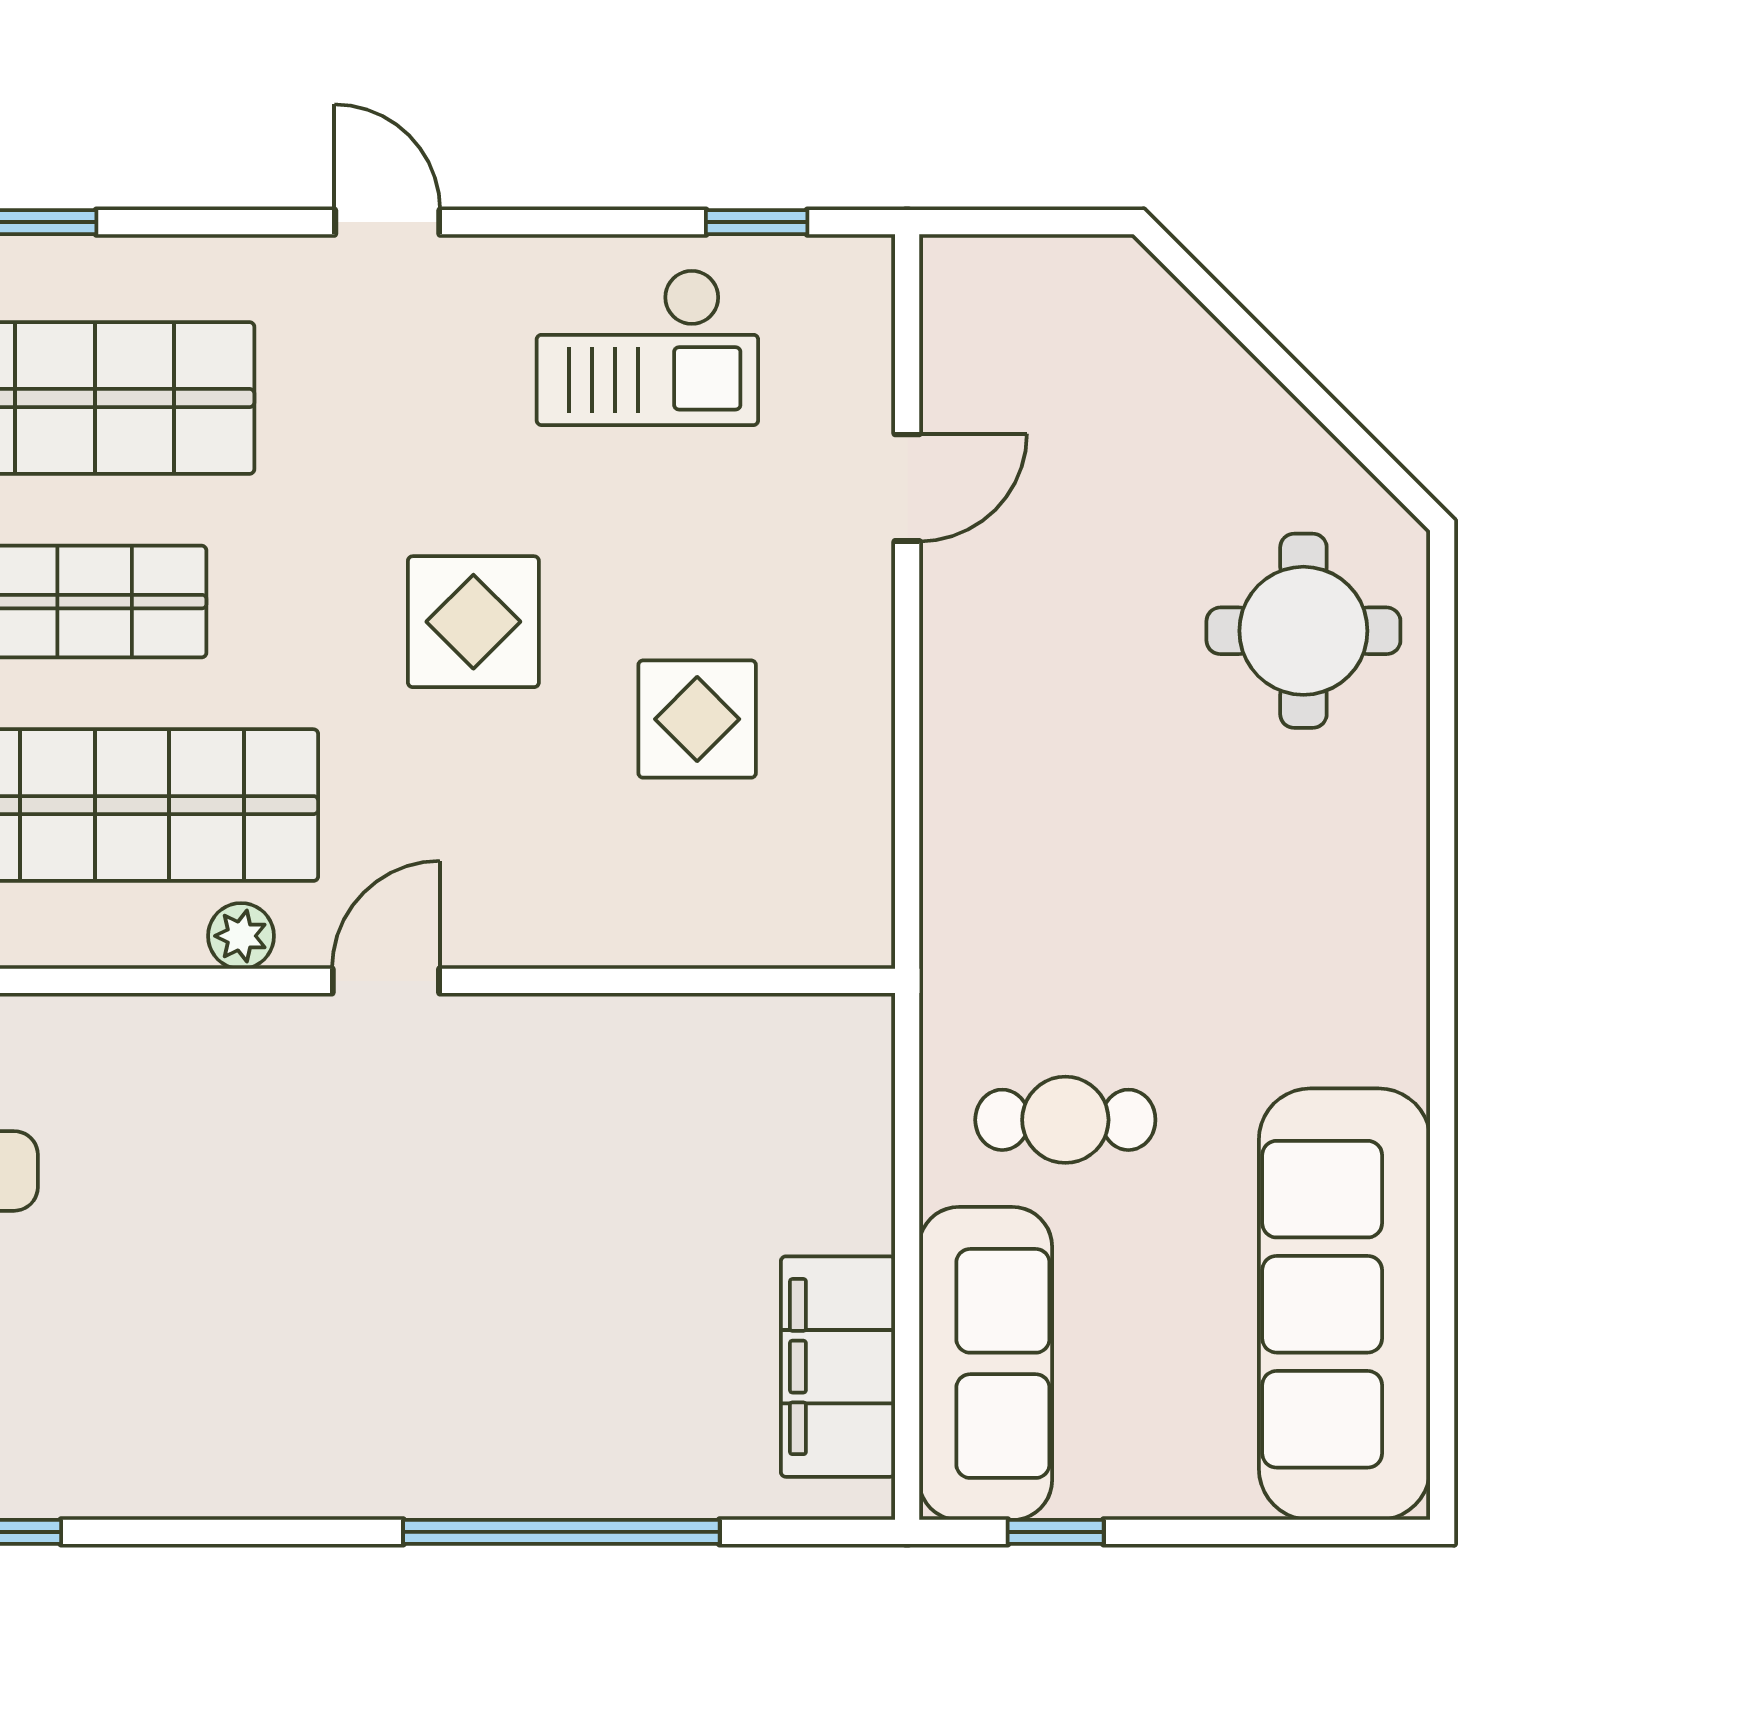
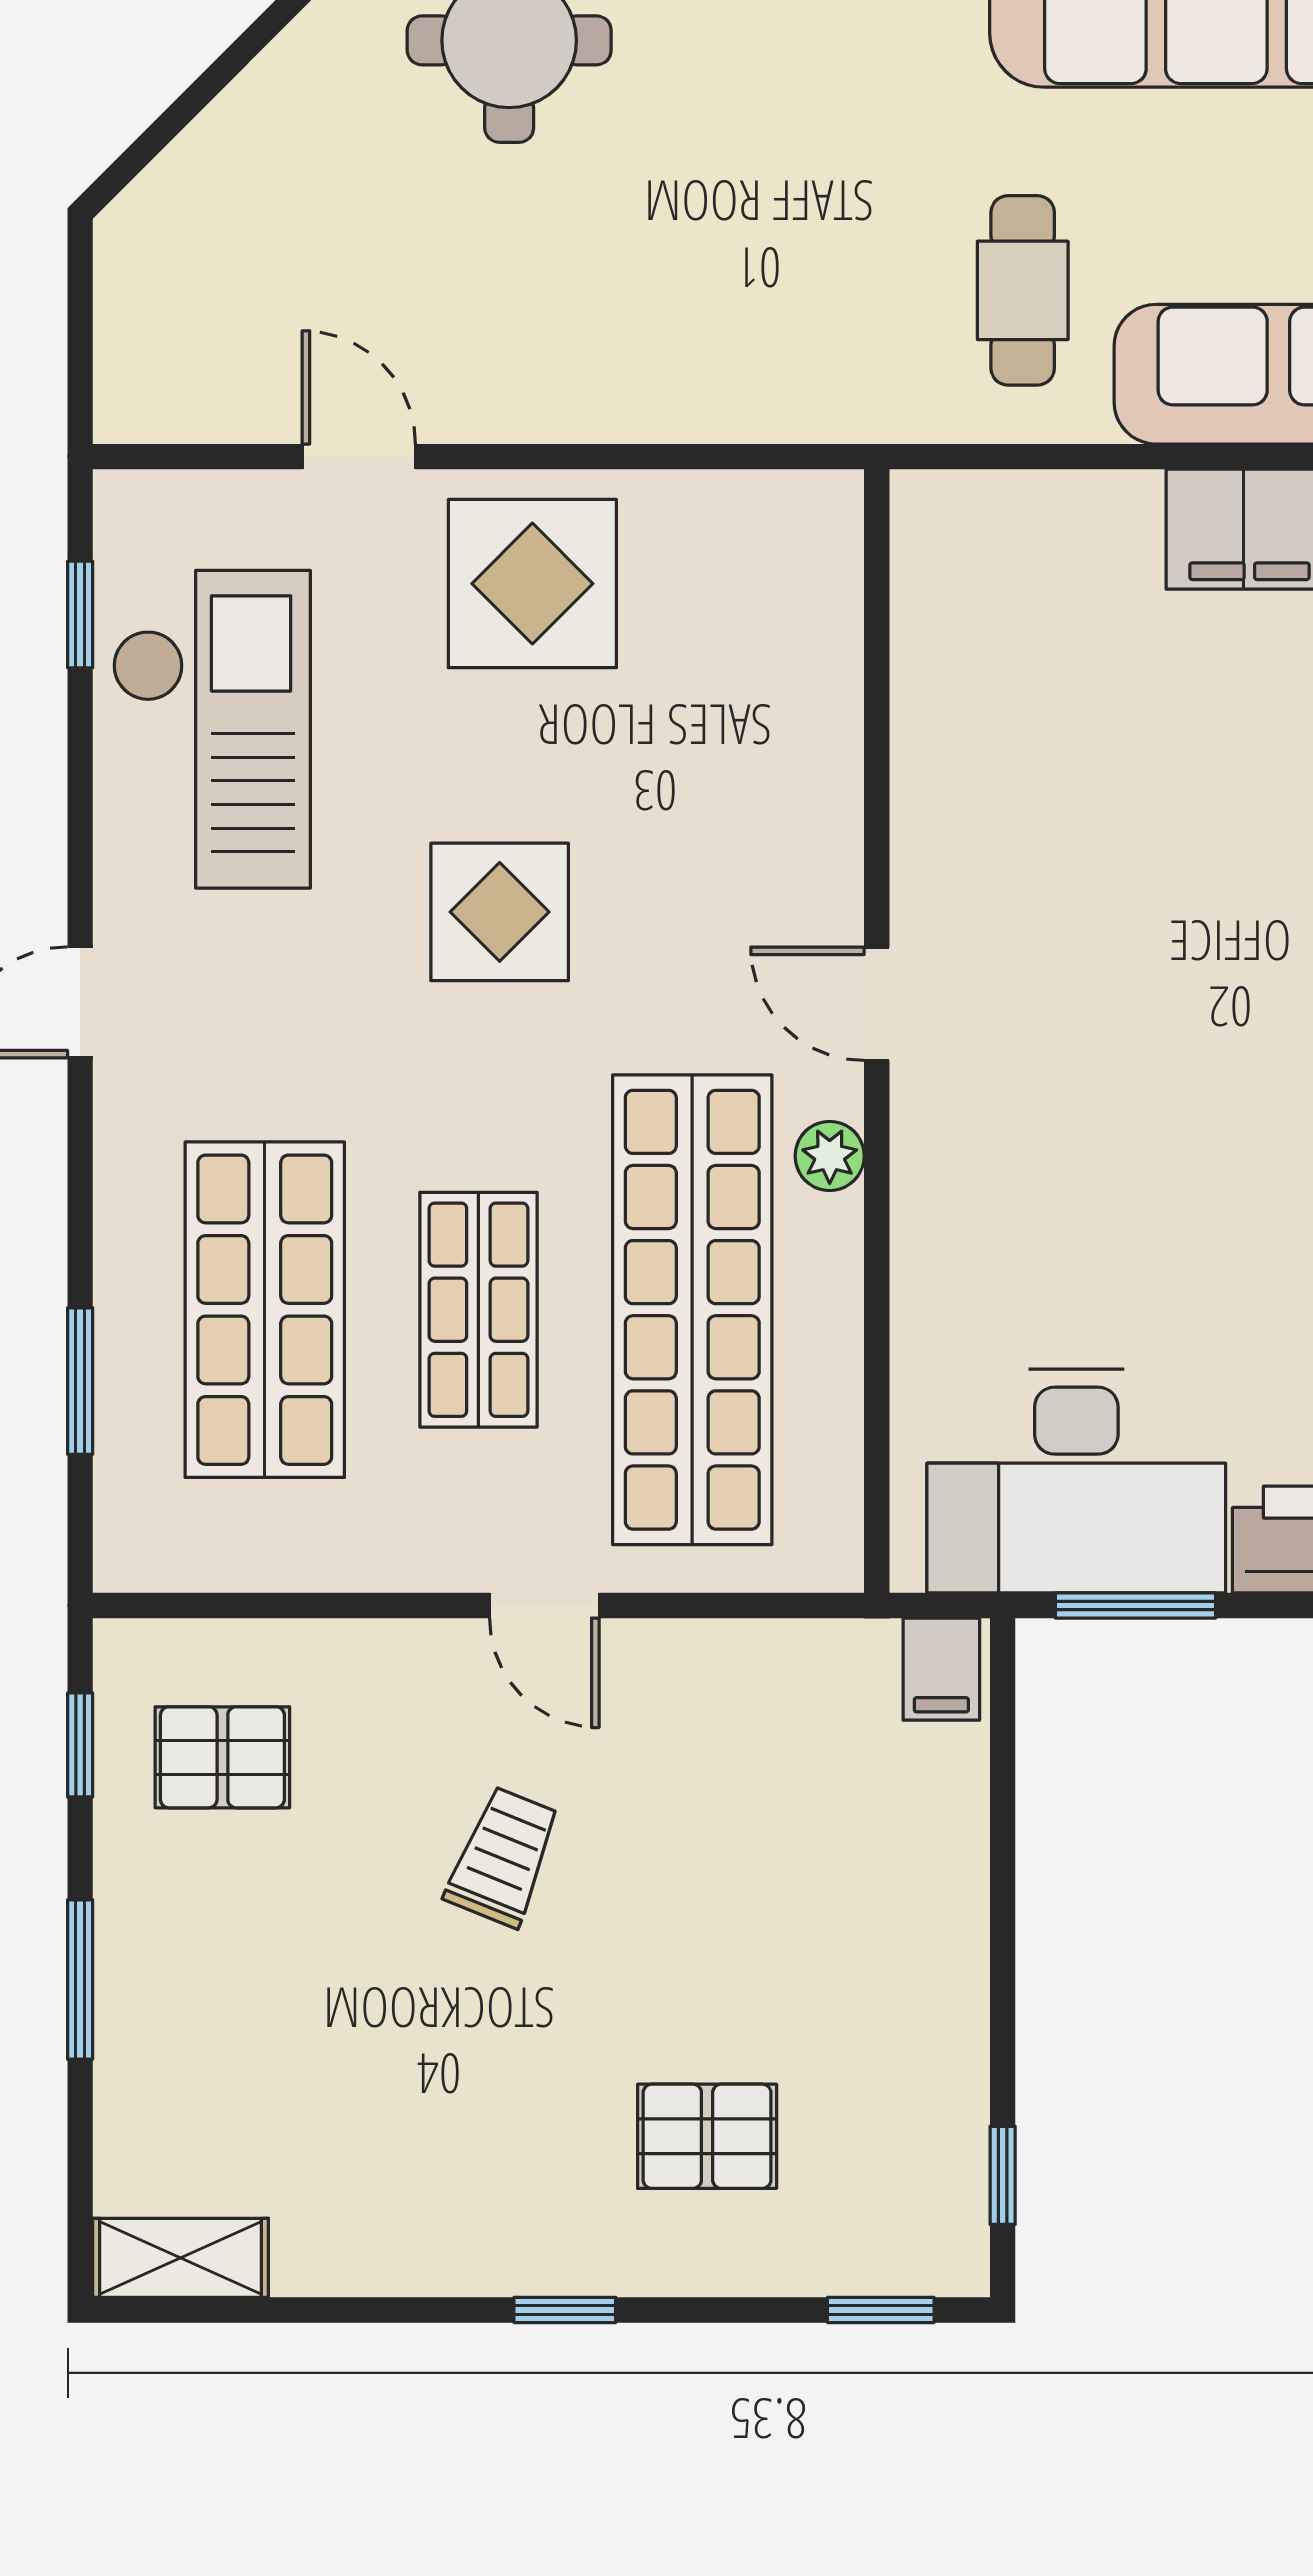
checkout: (647, 347) -> (211, 729), width x1.36, depth x1.21
display table: (697, 719) -> (532, 584), moved, width x1.36, depth x1.36

